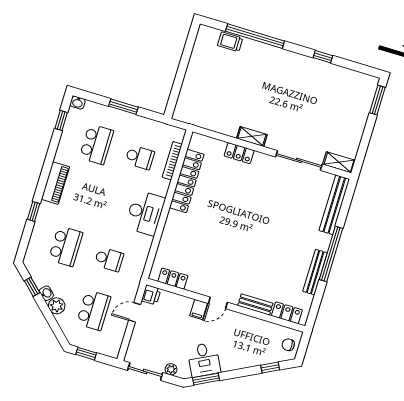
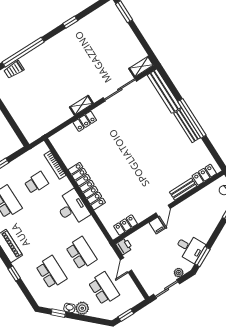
locker: (187, 181) -> (87, 186), moved
school desk: (109, 259) -> (81, 253), width x1.85
bench: (315, 272) -> (187, 125), moved

